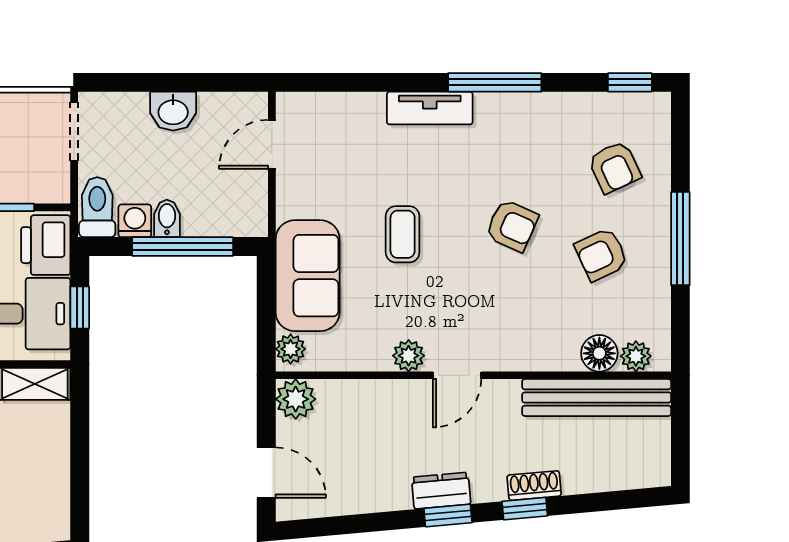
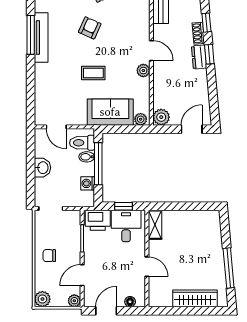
tv unit: (430, 108) -> (41, 37), moved, width x1.41
toilet: (97, 207) -> (82, 143), moved
bidet: (167, 218) -> (87, 157), moved
shoe rack: (534, 486) -> (198, 33), moved

